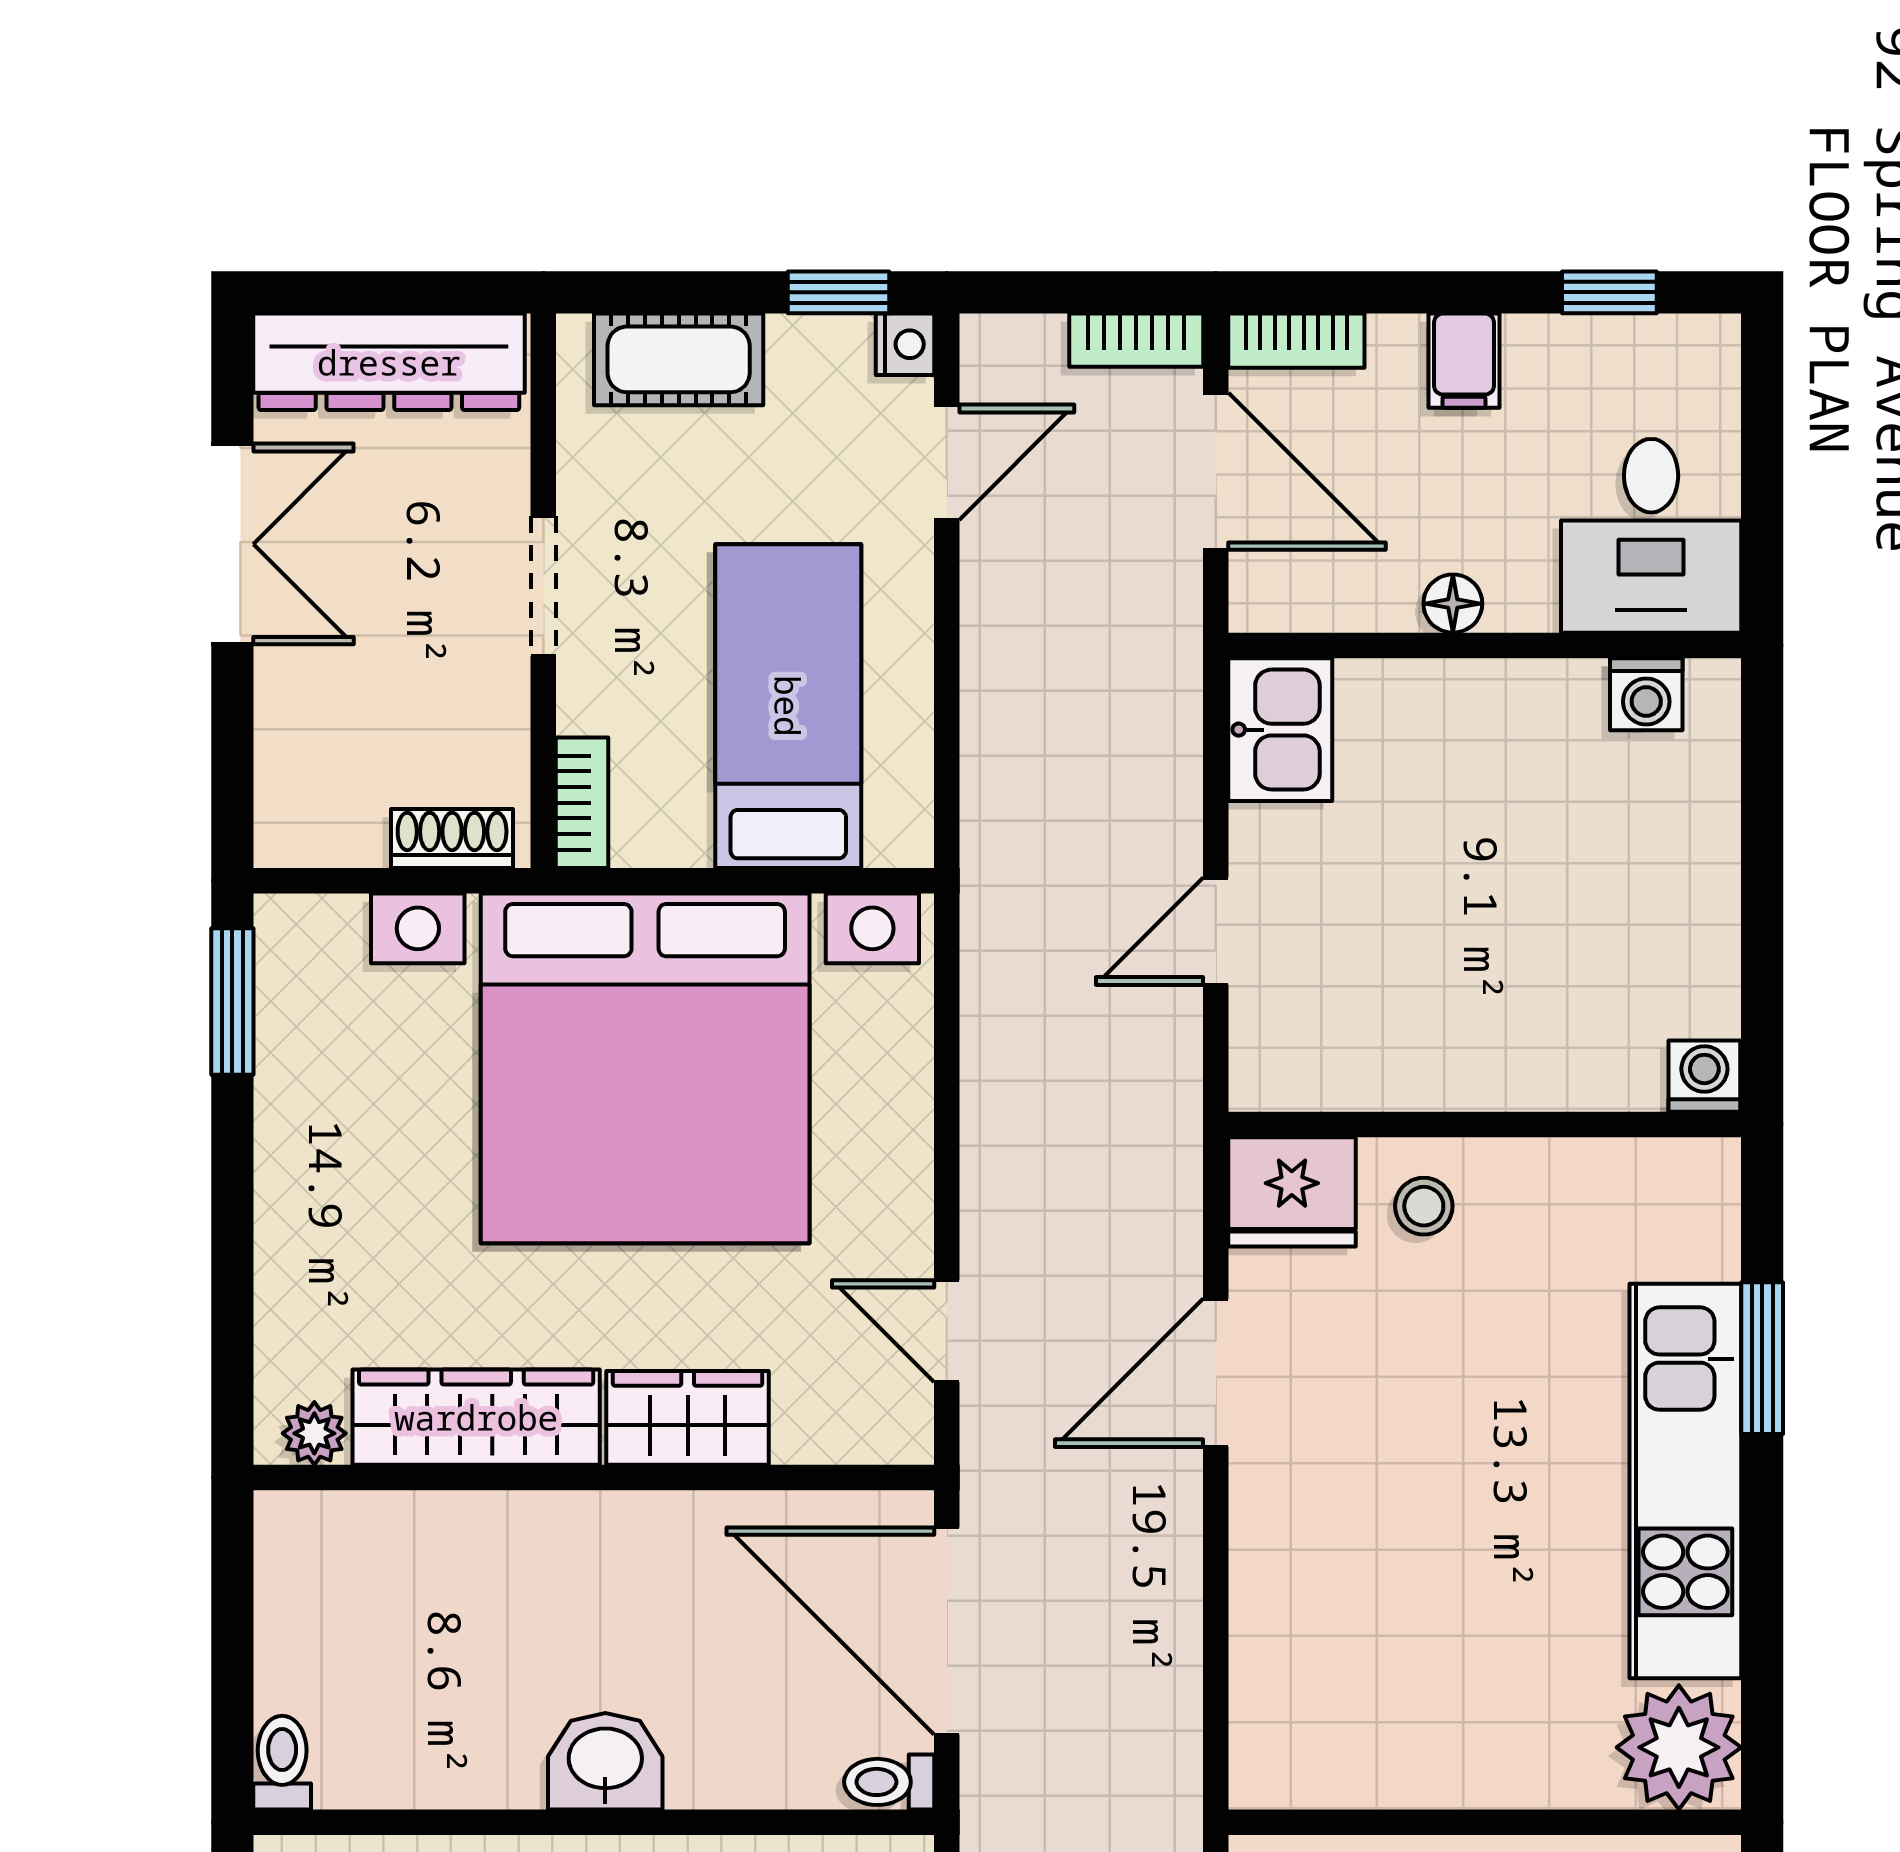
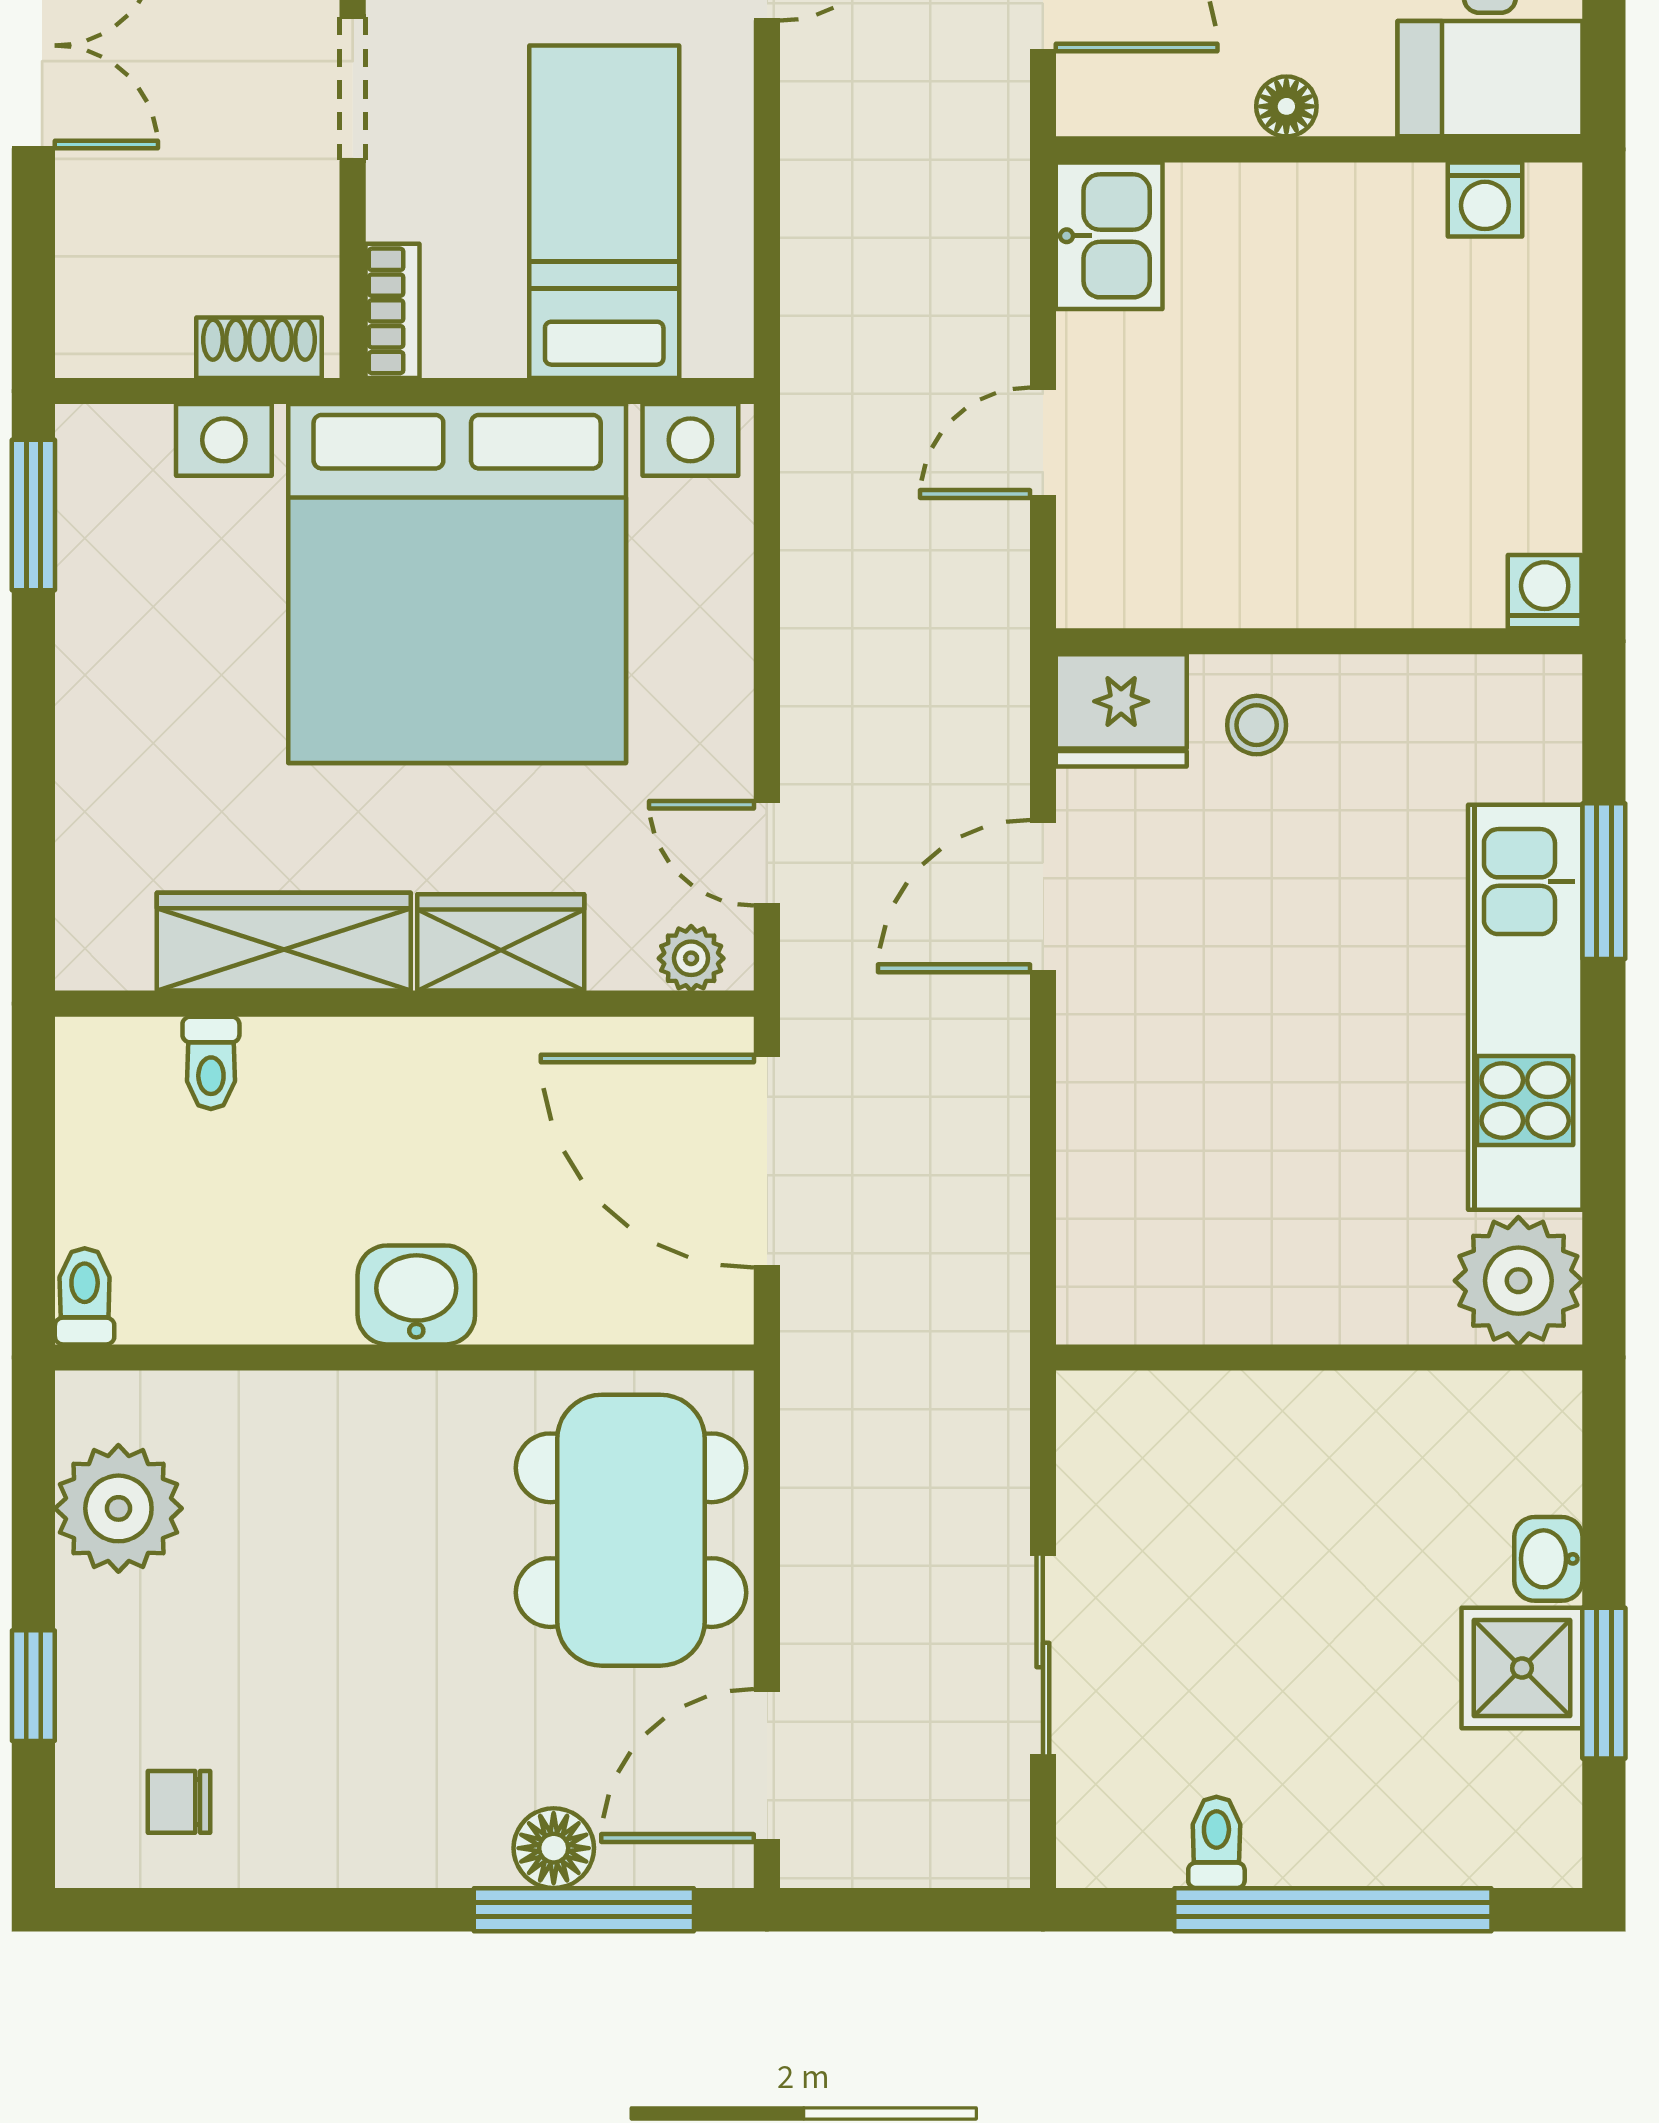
plant: (314, 1433) -> (691, 958), moved
toilet: (889, 1782) -> (211, 1063), moved, turned -90

